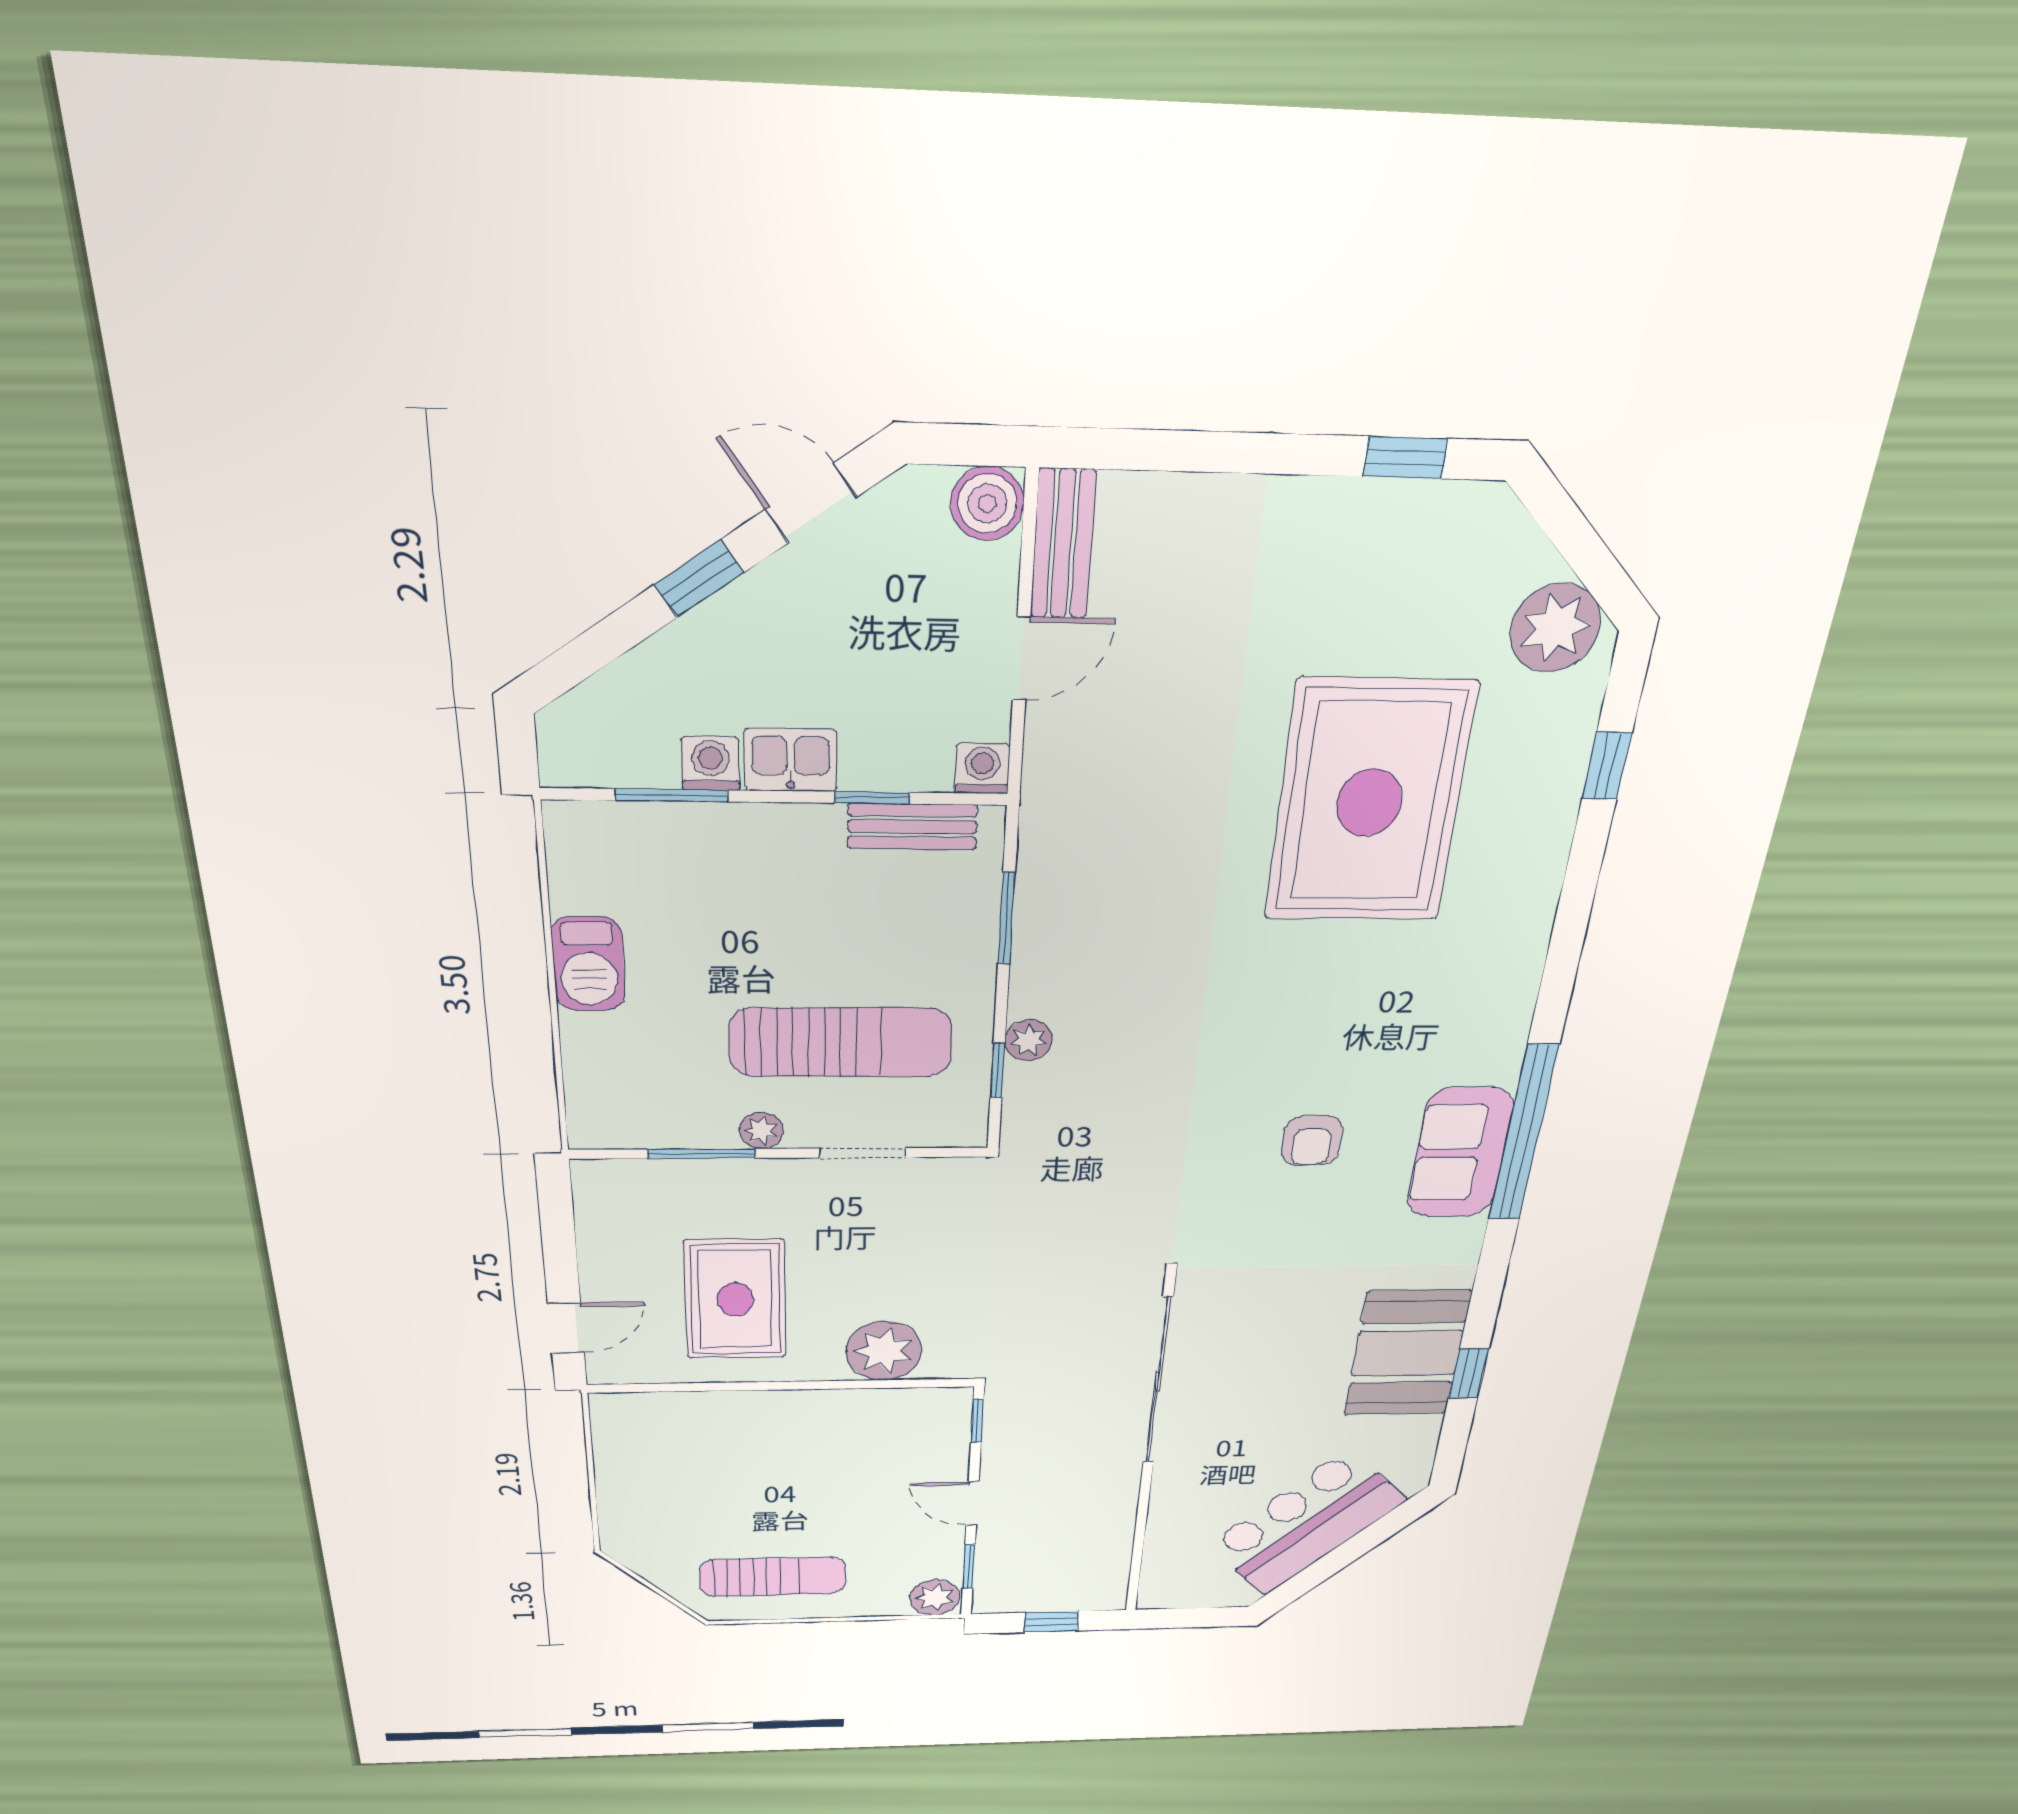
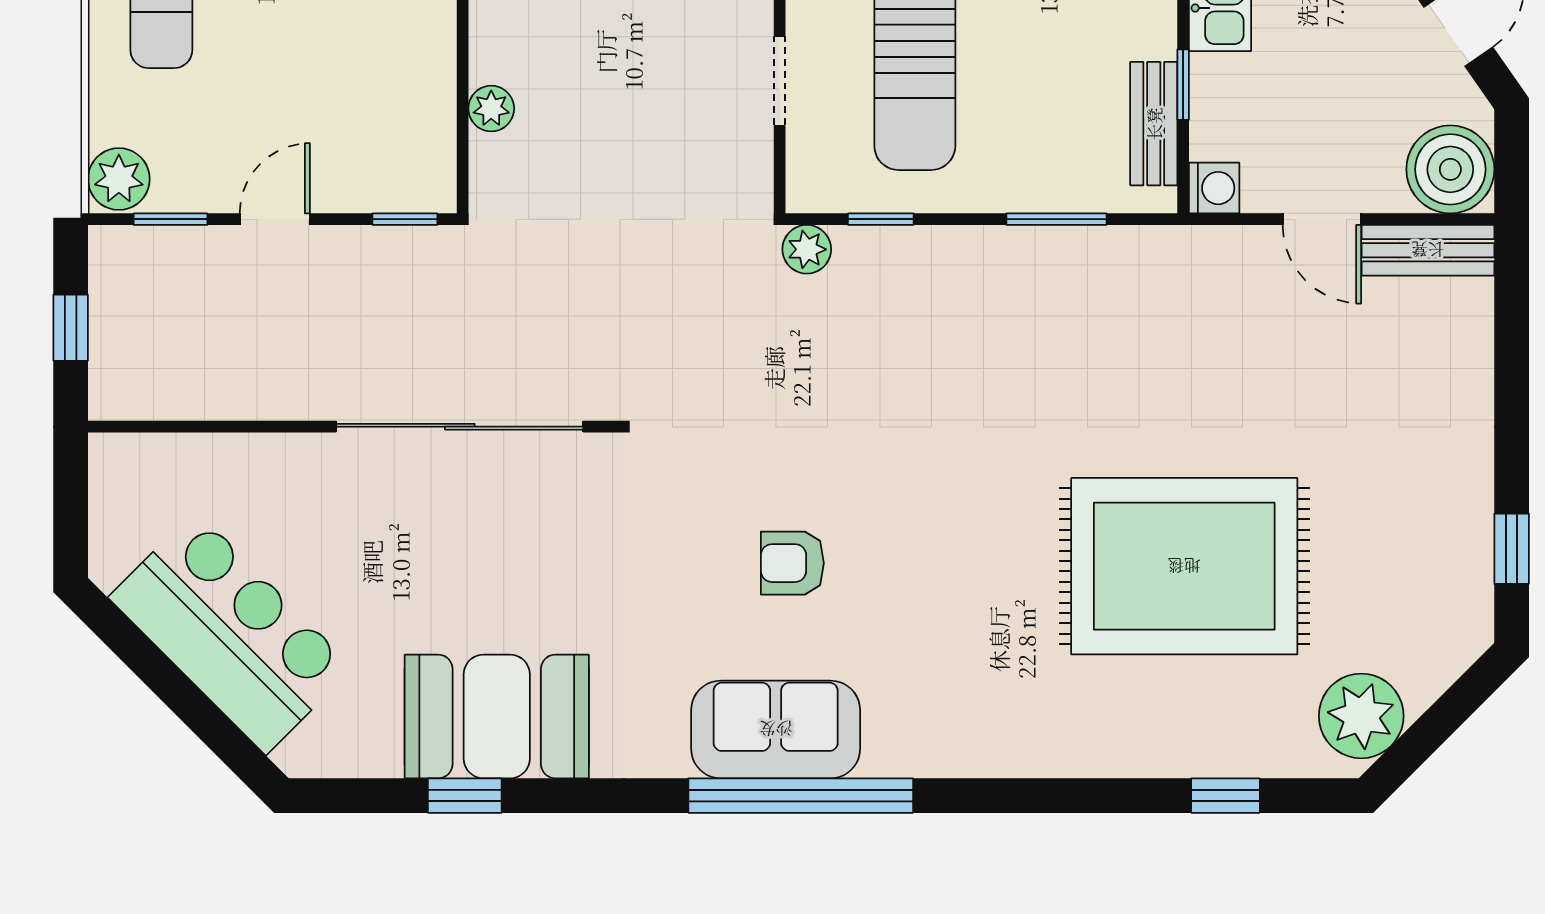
boiler: (987, 503) -> (1450, 169), width x1.37, depth x1.37
plant: (1029, 1040) -> (807, 249), moved
plant: (884, 1351) -> (491, 109), width x0.53, depth x0.53

